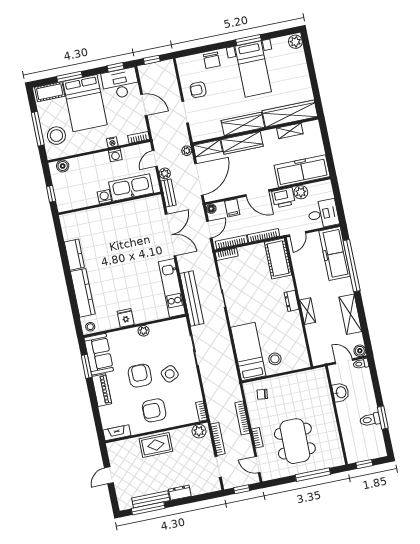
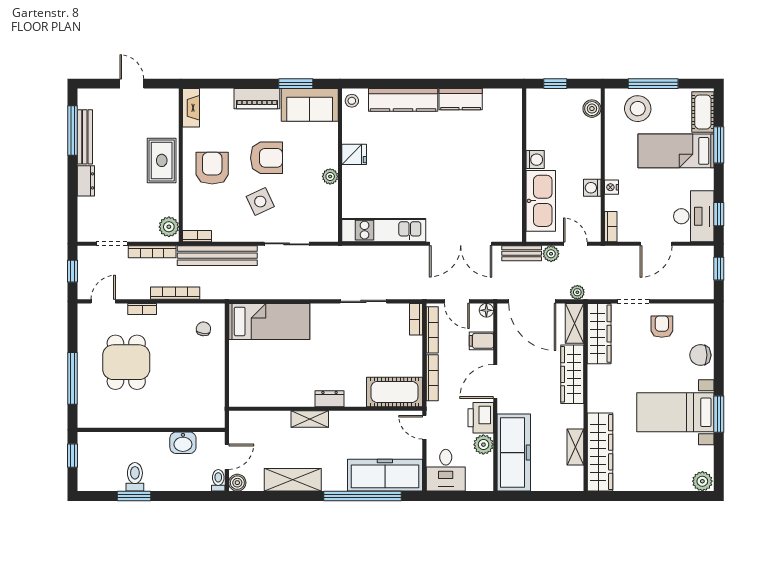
bed: (85, 103) -> (676, 151), width x0.67
wardrobe: (243, 124) -> (599, 334), moved
bench: (192, 298) -> (217, 256), moved
stool: (275, 359) -> (251, 358), removed
dining table: (295, 441) -> (126, 362), width x0.73

